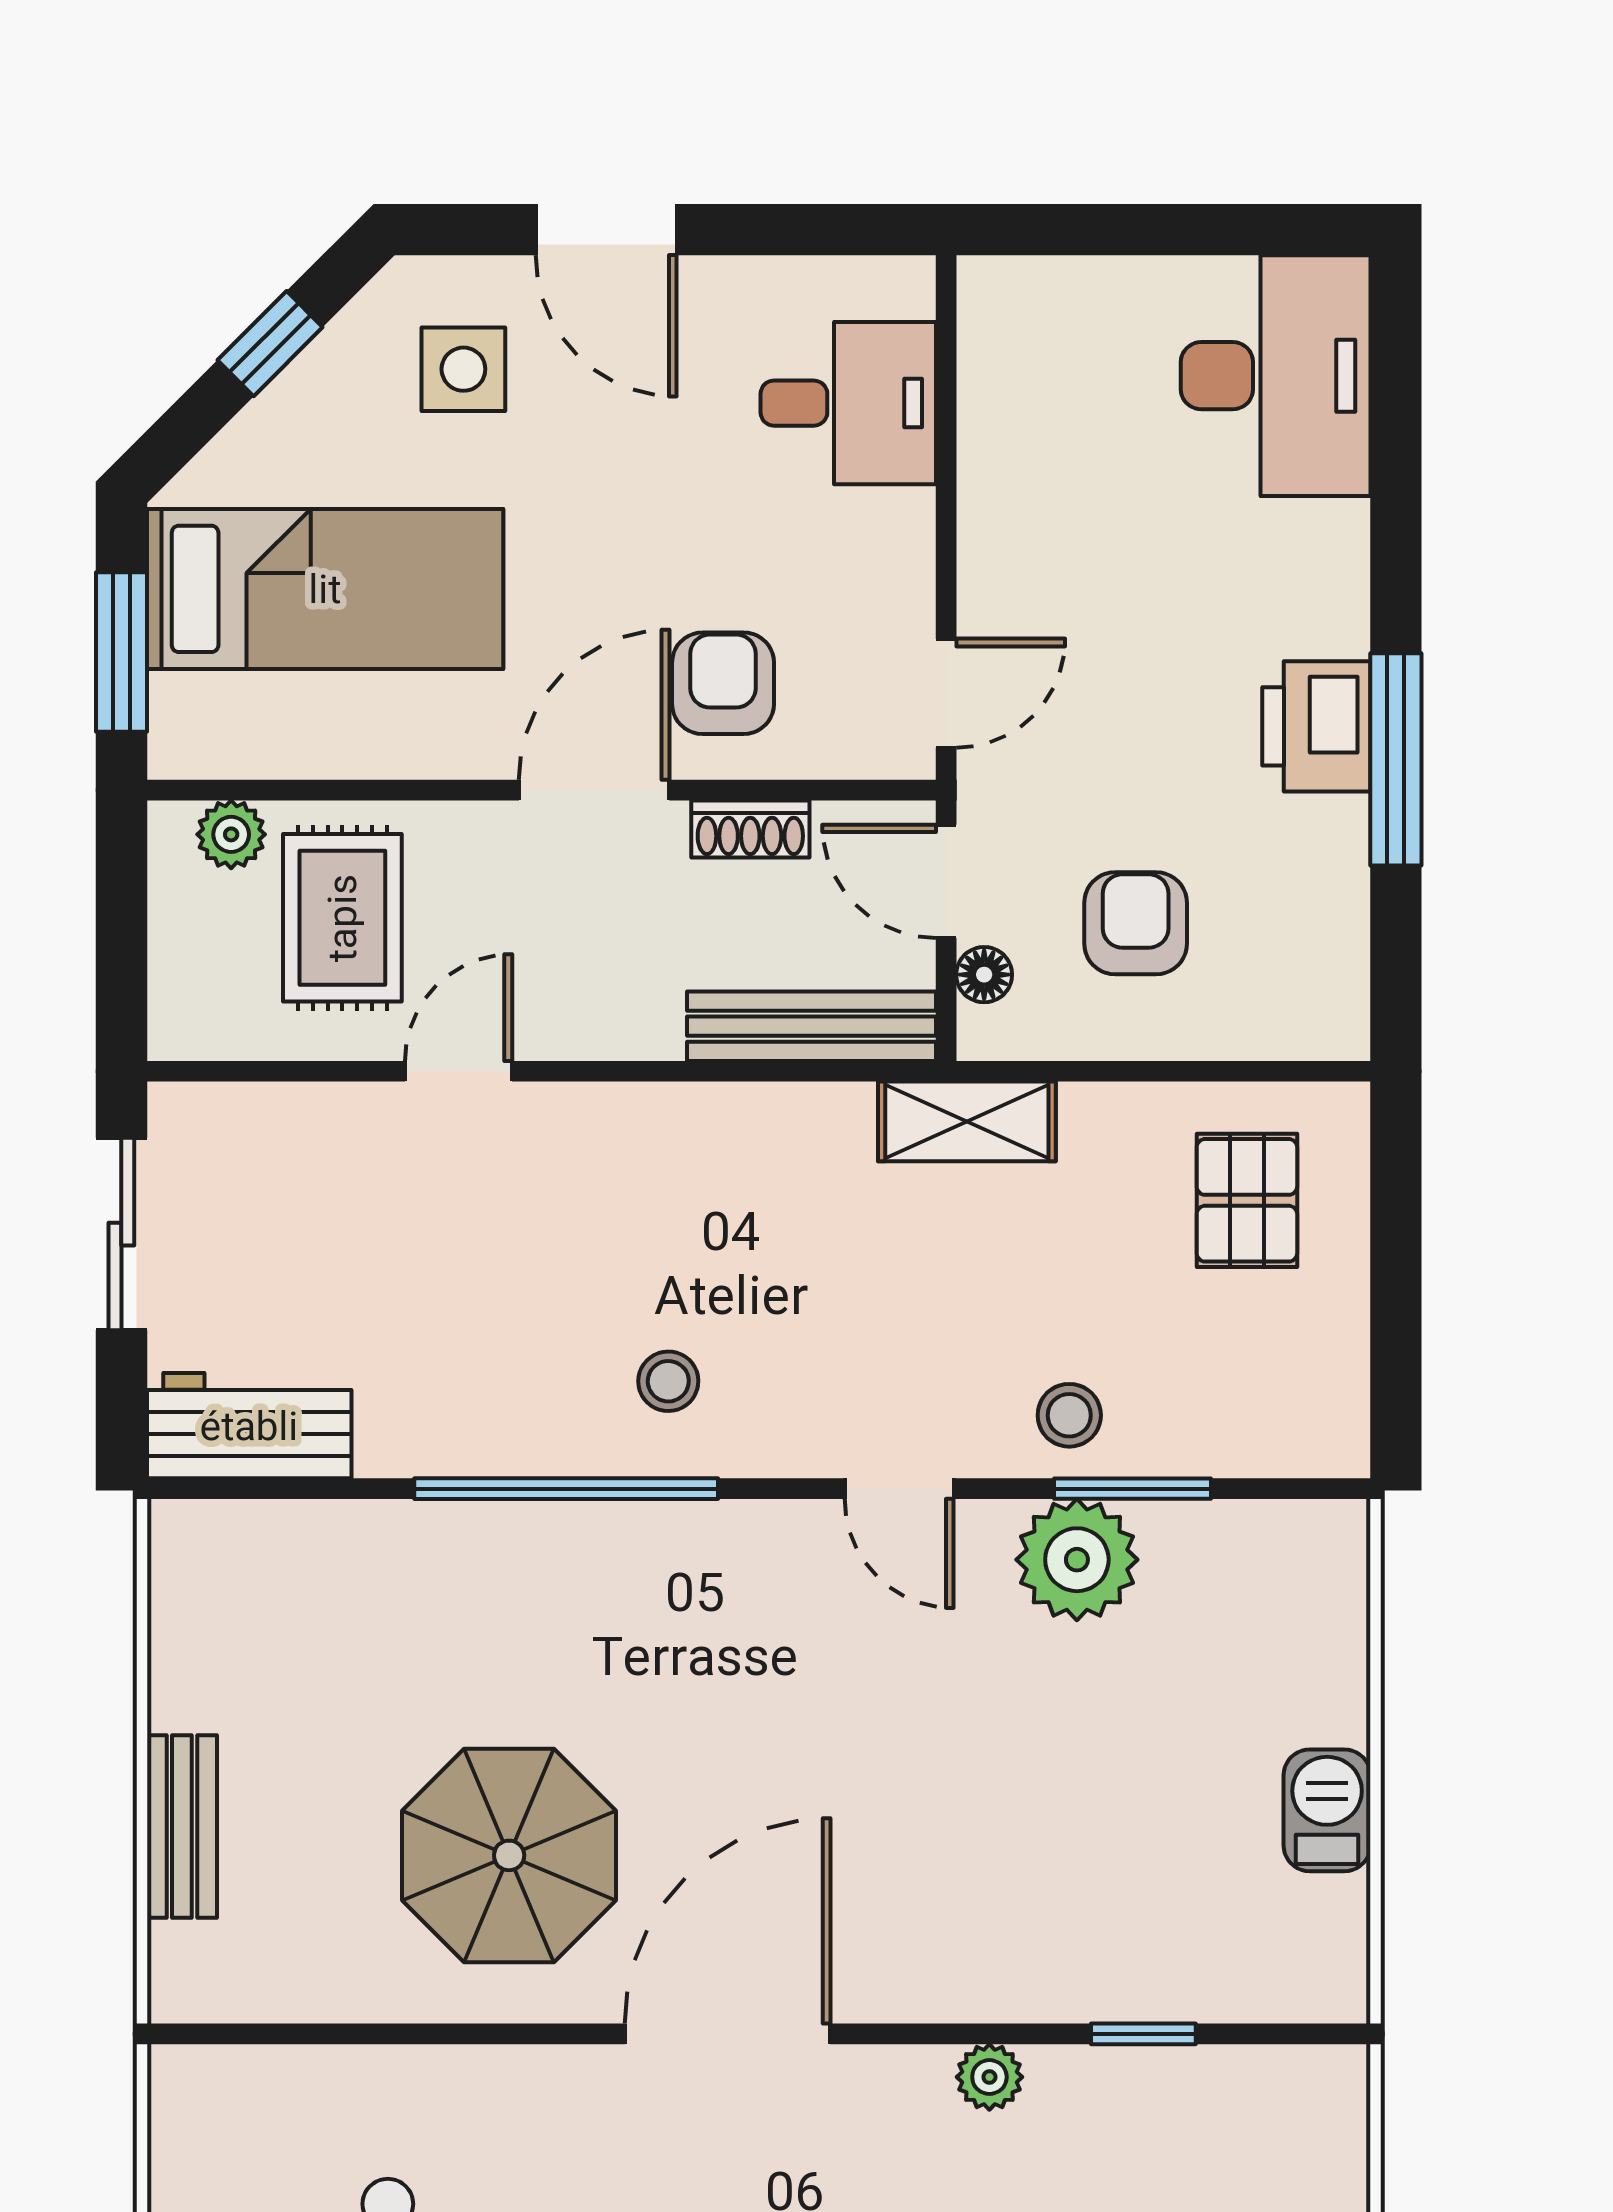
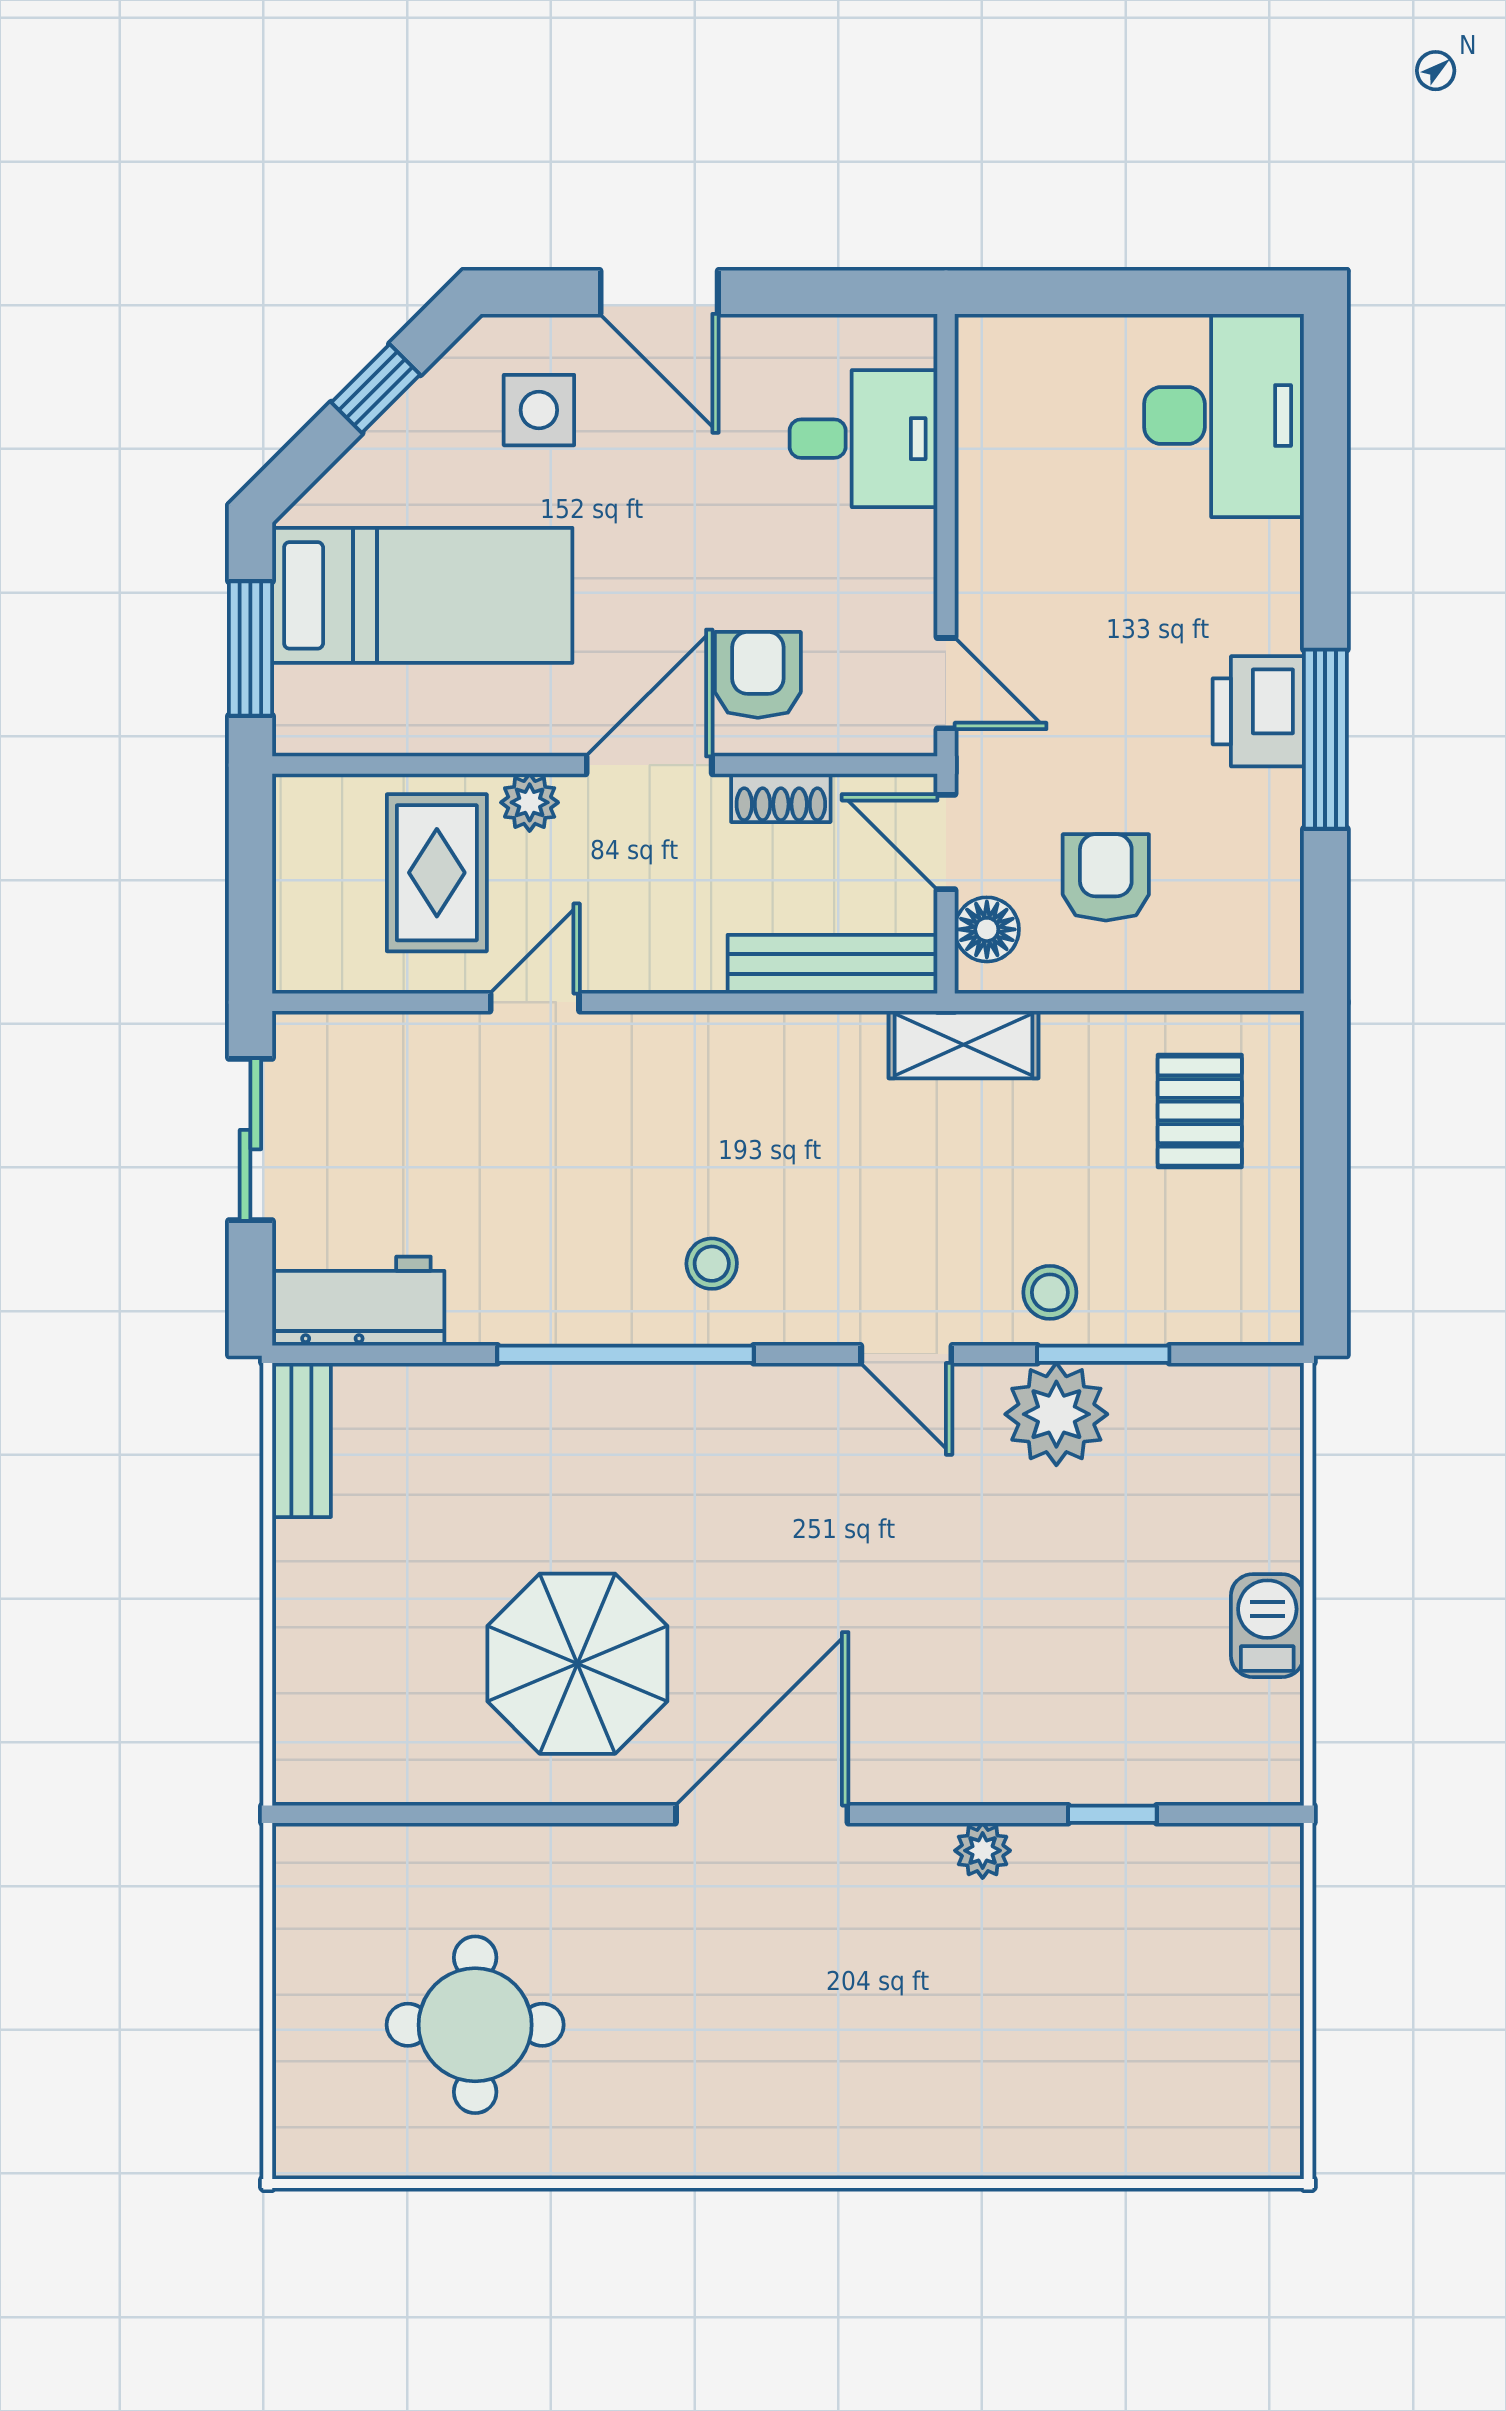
door: (946, 693) -> (946, 683), hinge flipped
plant: (231, 834) -> (530, 802), moved
floor lamp: (984, 975) -> (987, 929), width x1.37, depth x1.37
bench: (182, 1827) -> (301, 1440), moved

